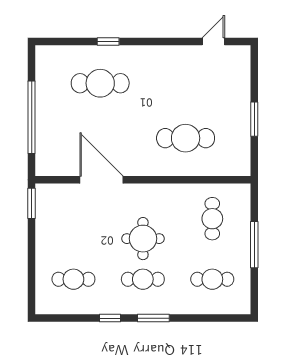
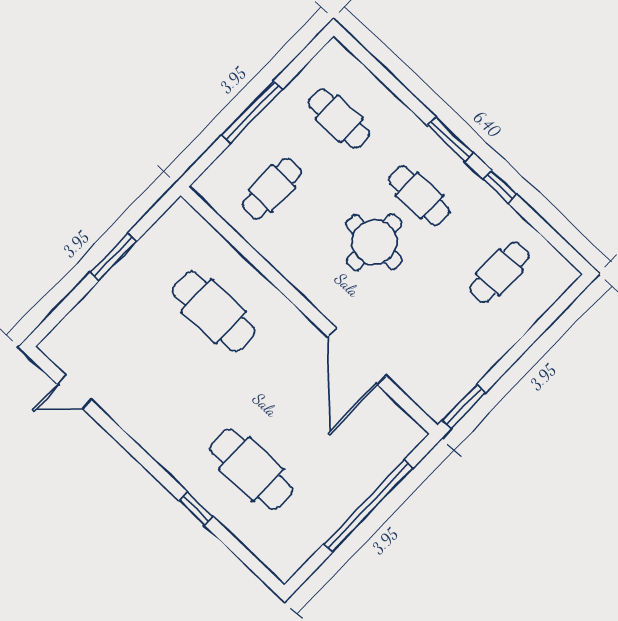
cafe table: (73, 279) -> (499, 272), turned 90

